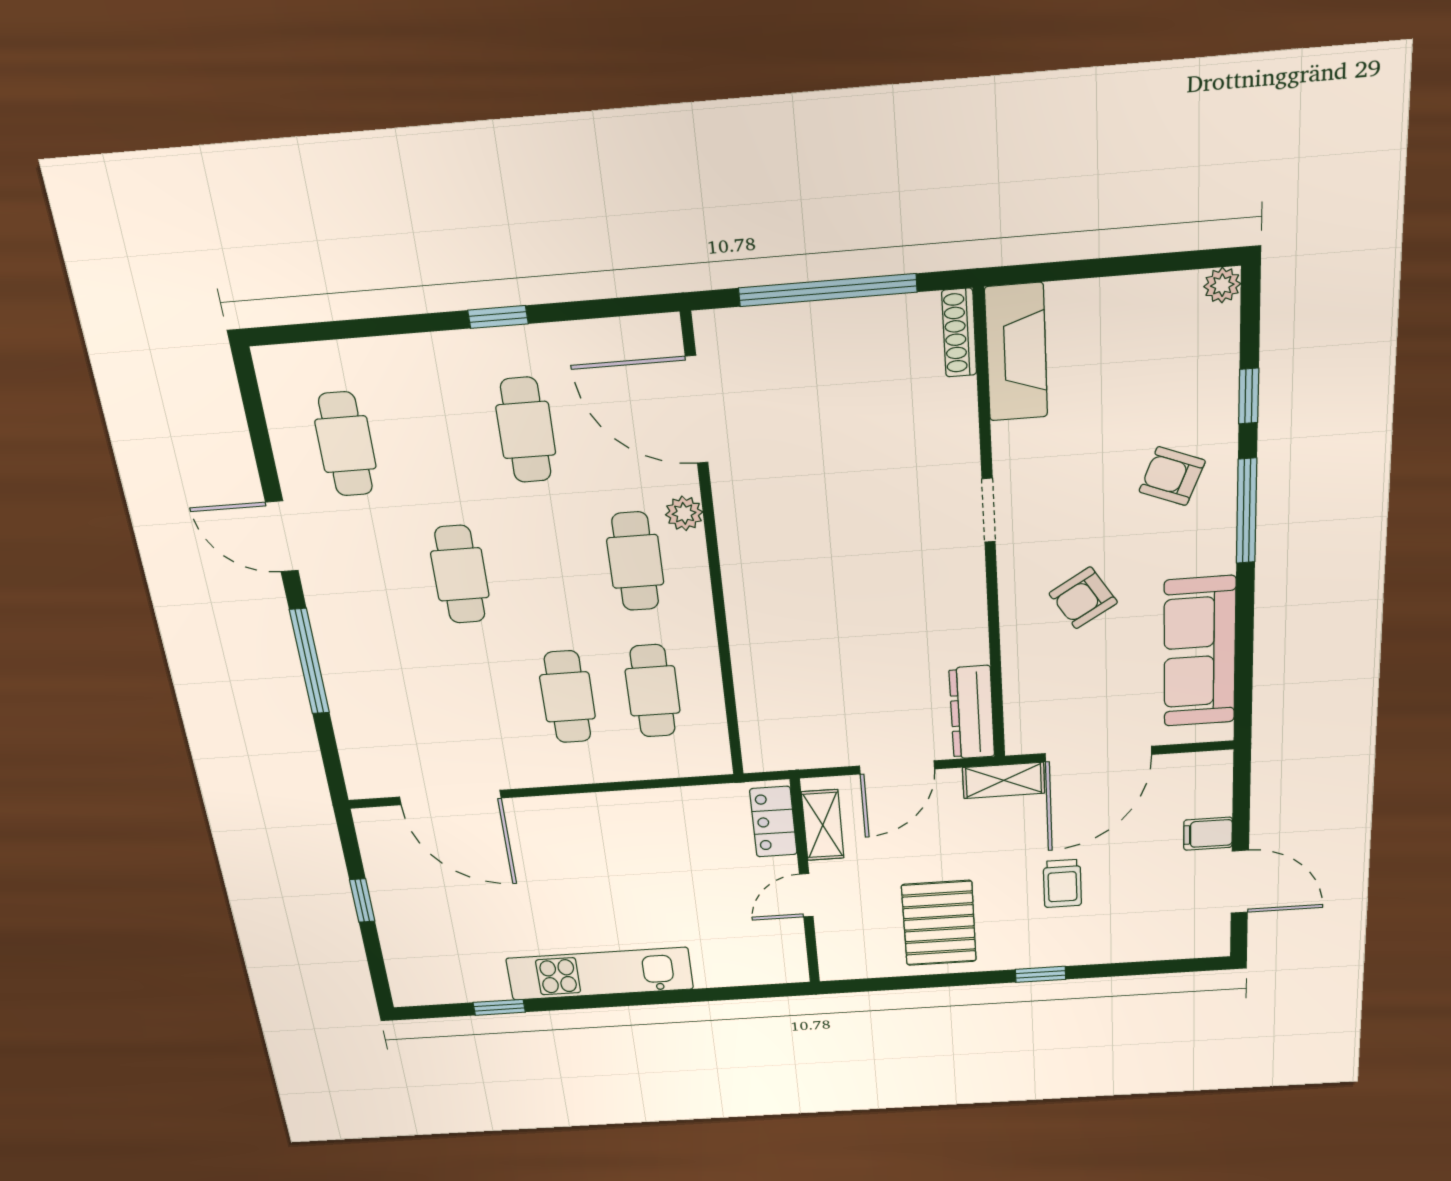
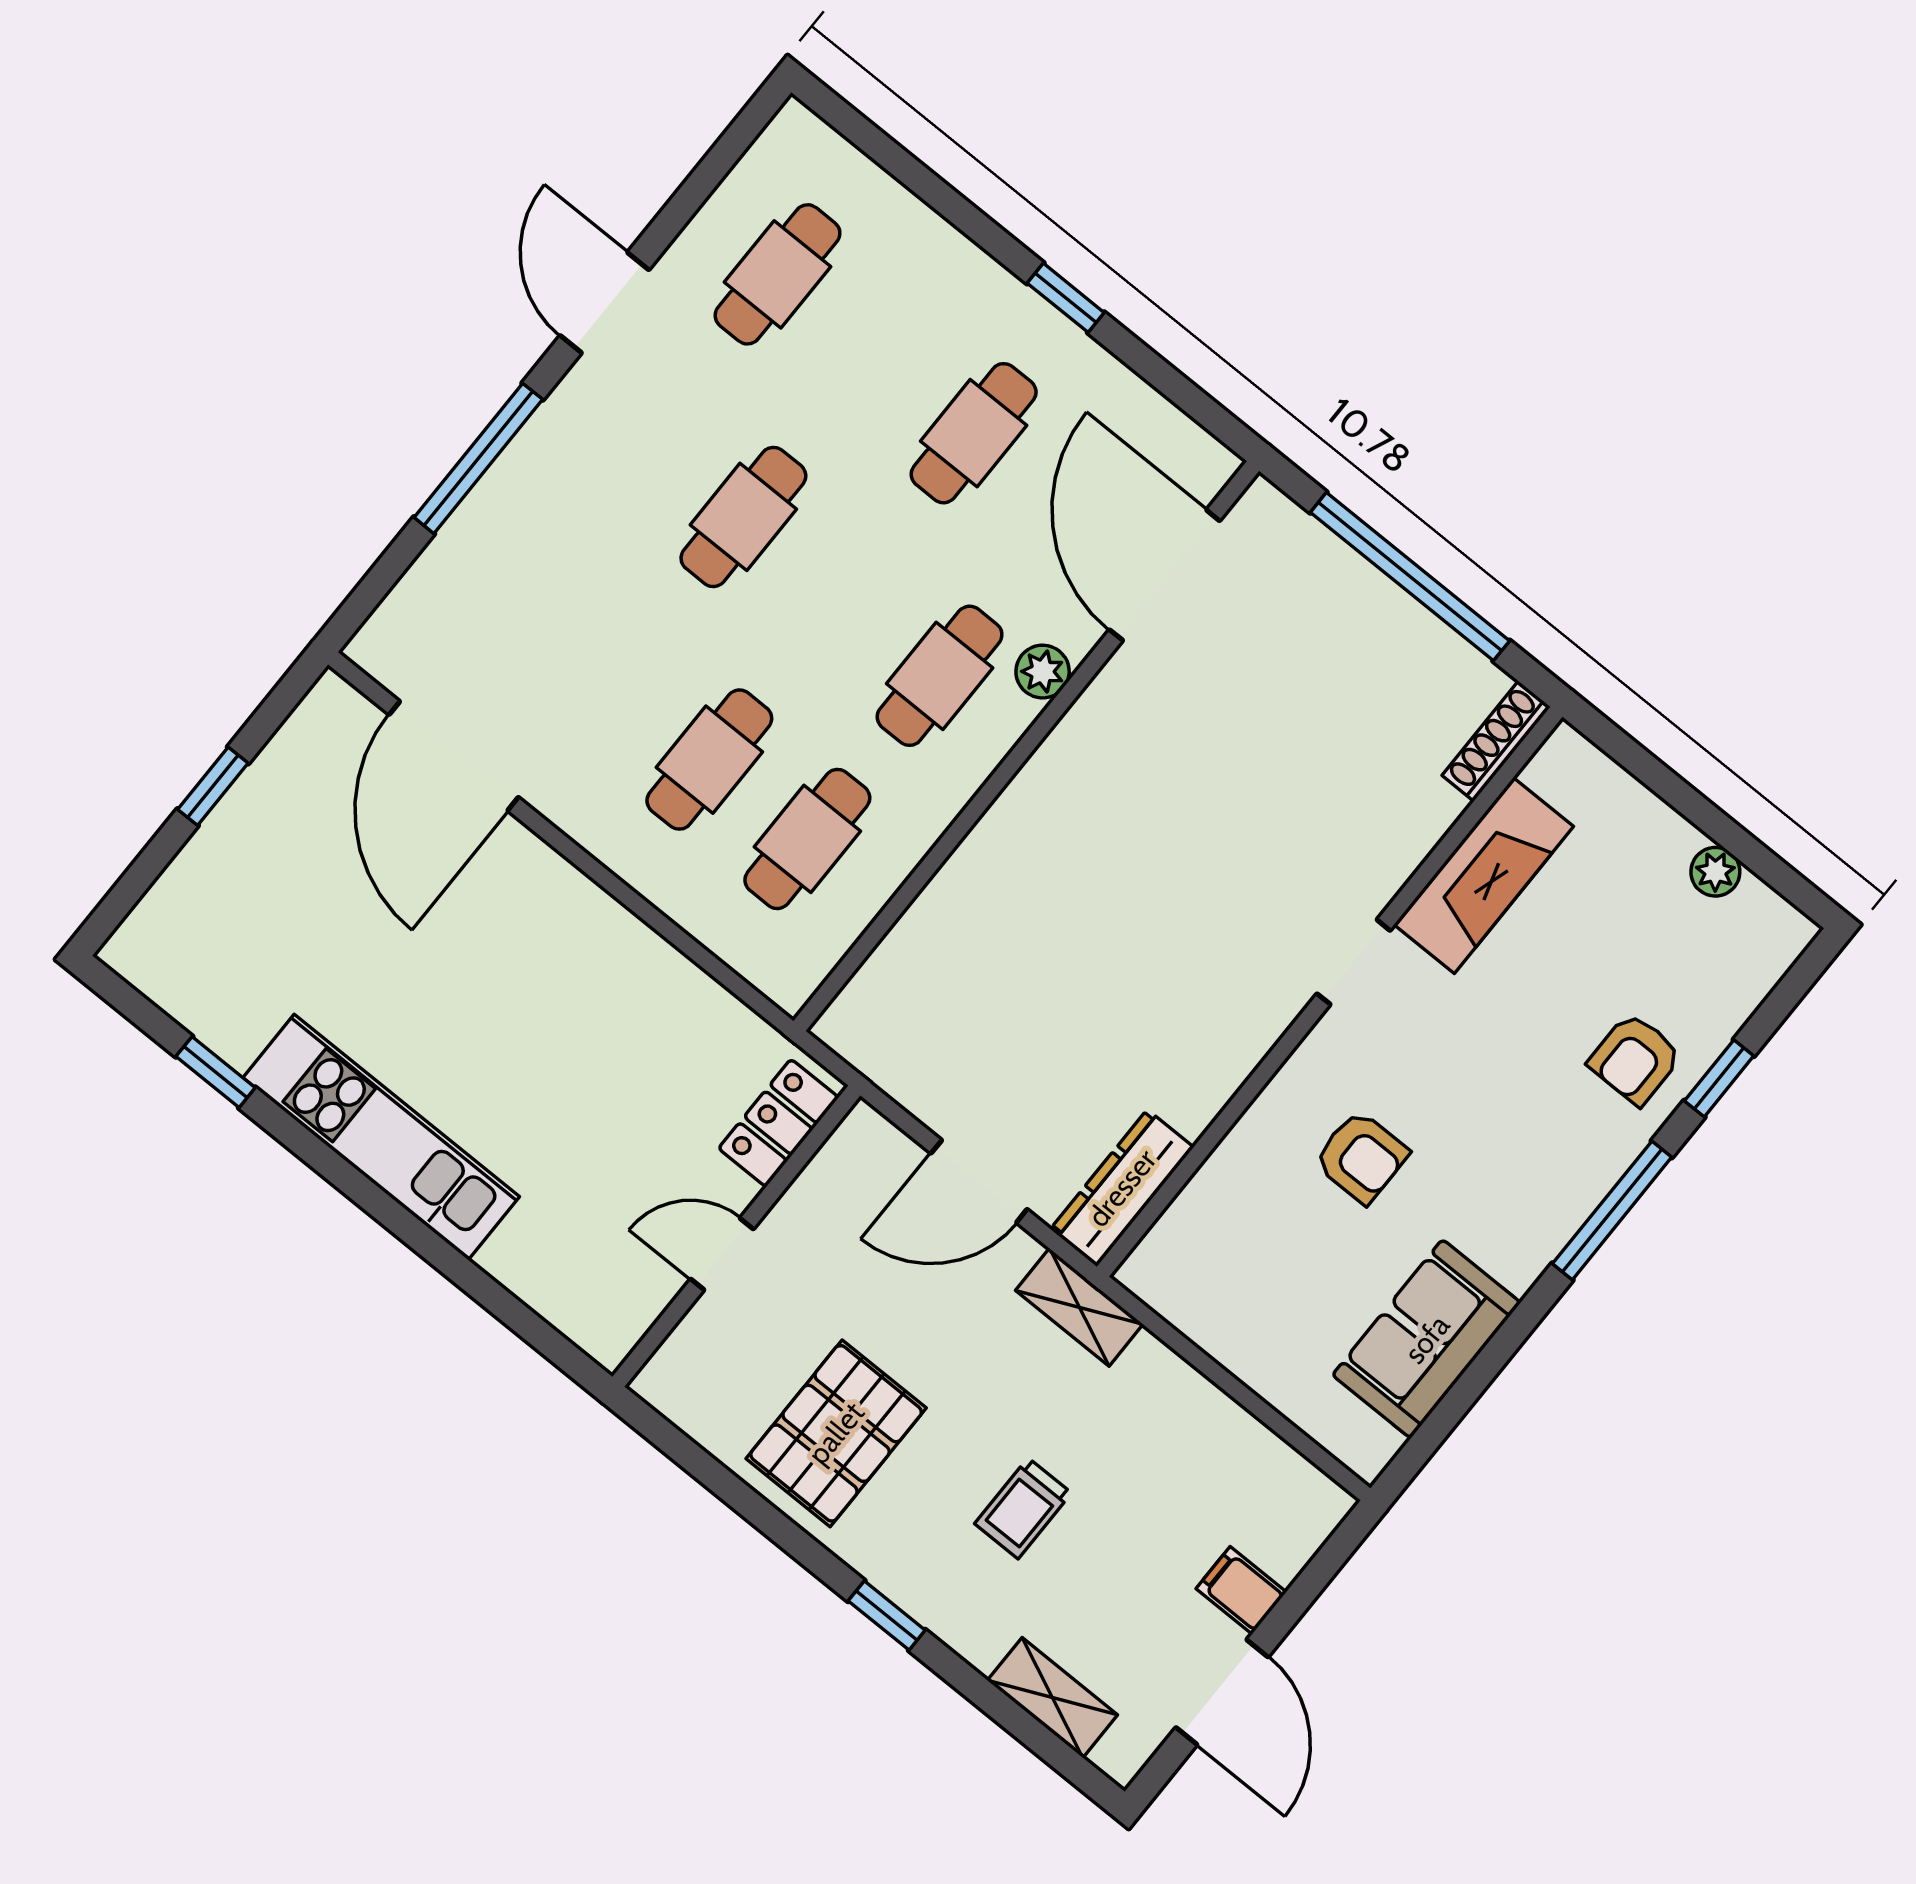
plant: (1222, 285) -> (1715, 872), moved
fireplace: (1016, 352) -> (1484, 875), moved
armchair: (1172, 476) -> (1635, 1059), moved, turned -112
armchair: (1083, 598) -> (1361, 1157), turned -148
sofa: (1200, 652) -> (1427, 1339), width x0.73
door: (1098, 754) -> (1211, 1369), removed
shelving: (823, 825) -> (1052, 1698), moved, turned 90

